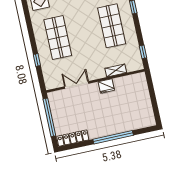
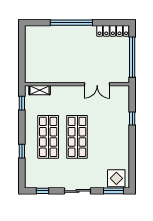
shop shelf: (58, 38) -> (77, 137), moved
shelving: (116, 71) -> (40, 90), moved
fridge: (106, 86) -> (67, 77), removed

